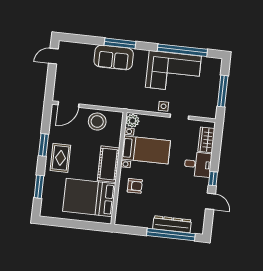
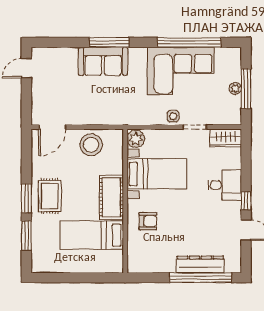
plant: (214, 90) -> (235, 88), added
wardrobe: (206, 140) -> (226, 138), moved, turned -90
window: (44, 145) -> (26, 198), moved
bed: (89, 197) -> (92, 235), width x0.67

